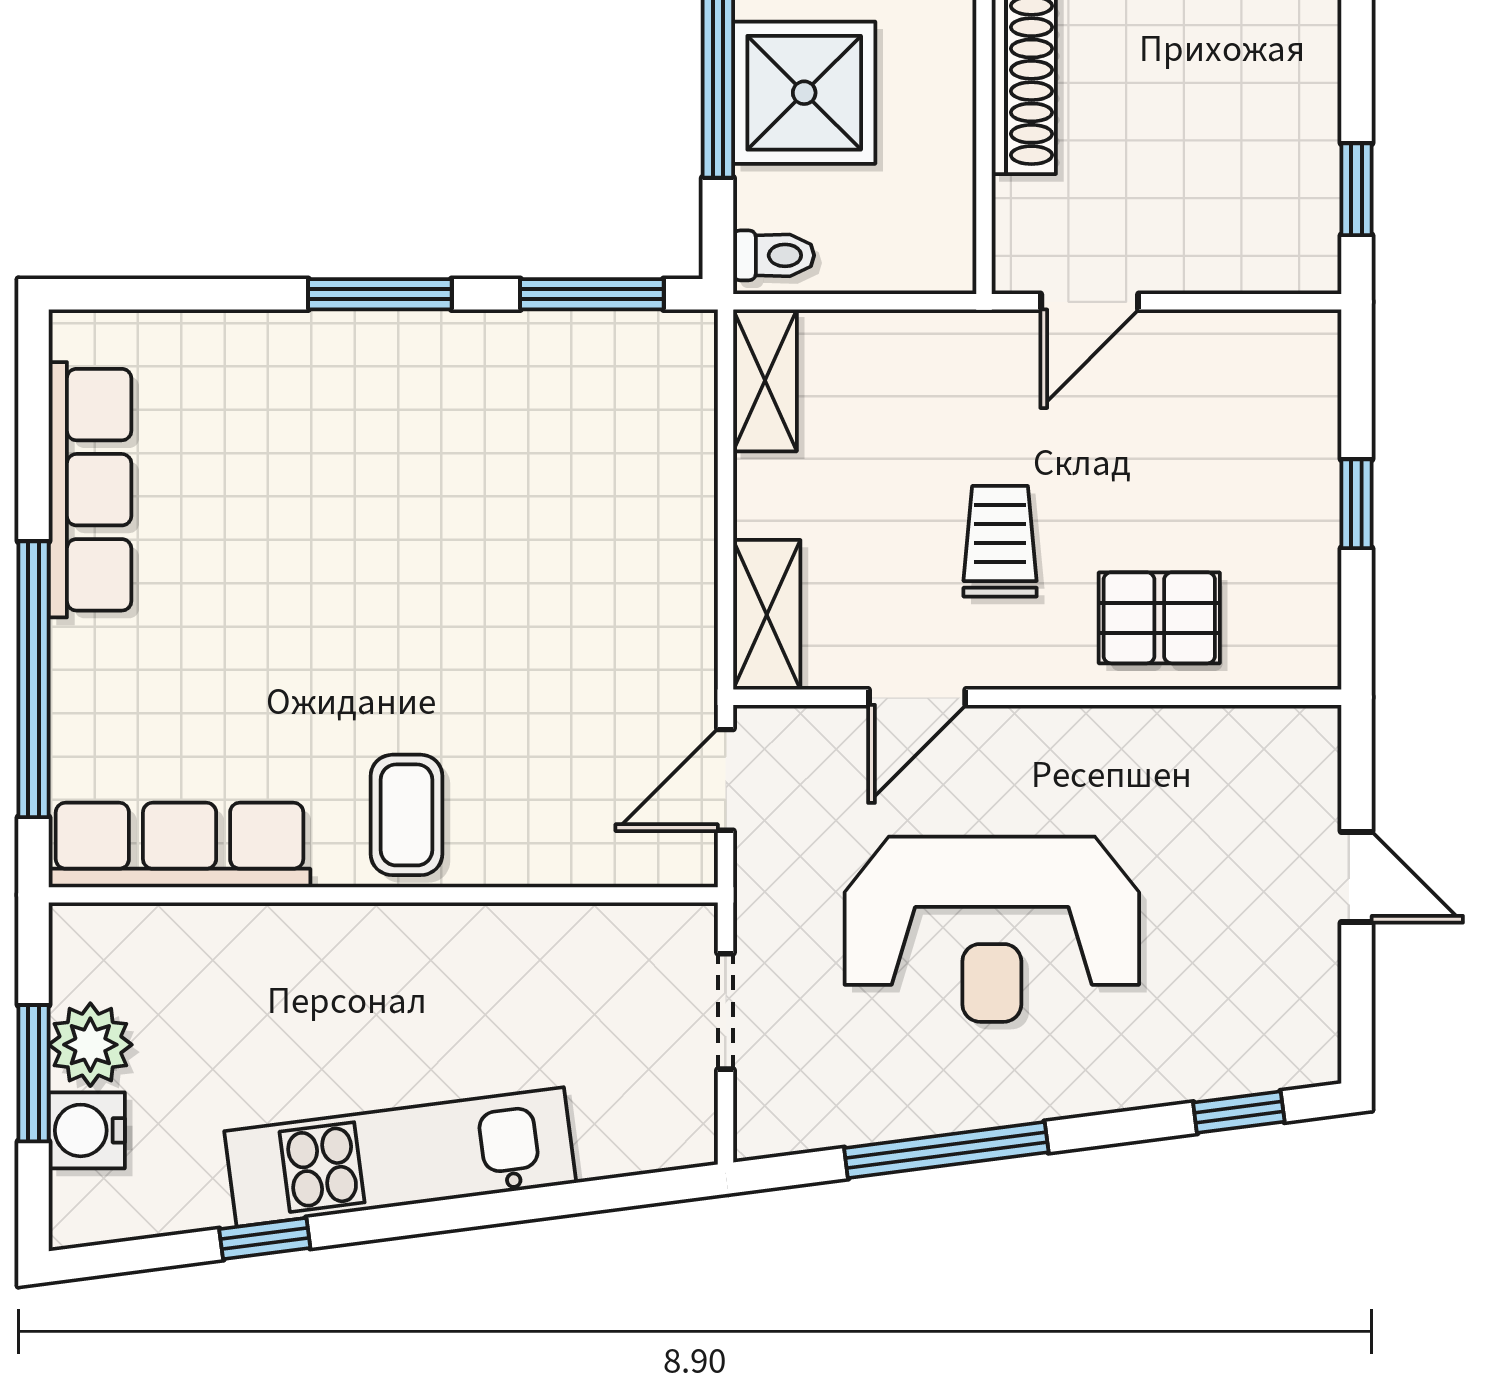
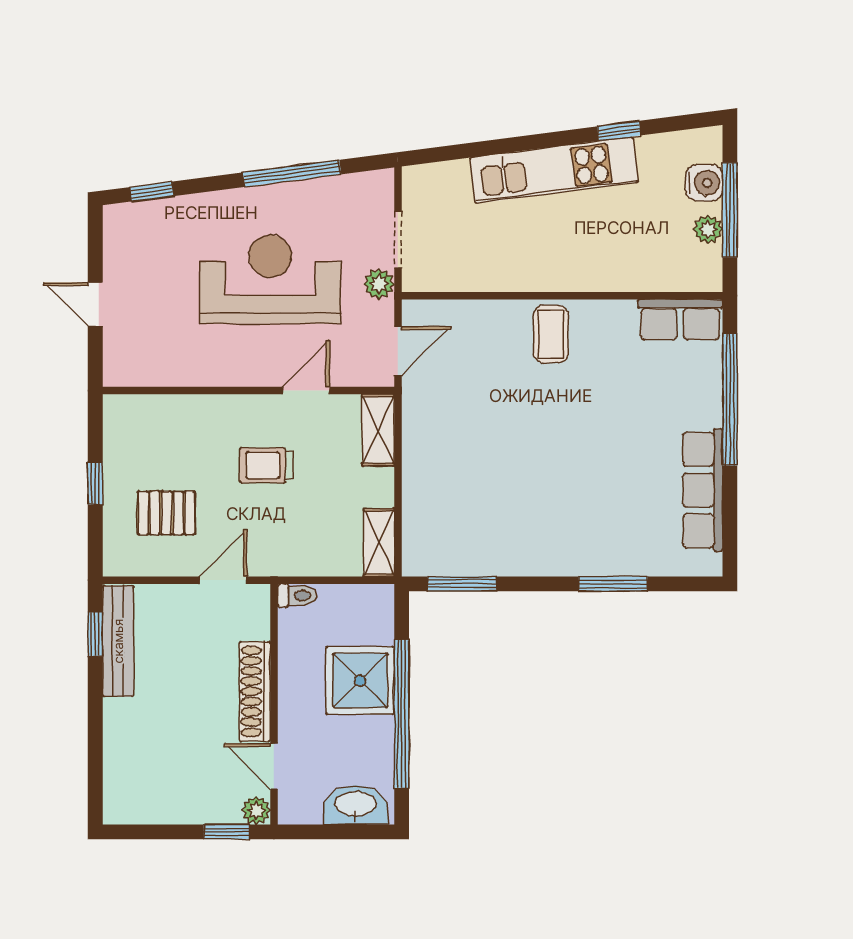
bench: (1309, 175) -> (118, 641), added
toilet: (774, 255) -> (297, 596), moved, turned 180
window: (380, 294) -> (613, 584), moved
trolley: (1000, 541) -> (266, 465), turned 90
pallet: (1159, 618) -> (166, 513), moved
row of seats: (180, 845) -> (680, 320), width x0.68
plant: (765, 919) -> (379, 284), added
plant: (90, 1045) -> (708, 229), width x0.73, depth x0.73
window: (34, 1073) -> (730, 210), width x1.44

